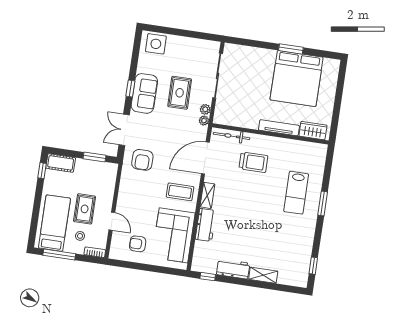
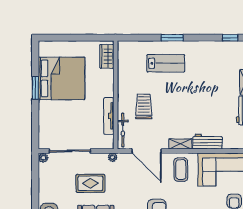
plant: (205, 109) -> (43, 158), moved
tv unit: (279, 128) -> (109, 116), moved

